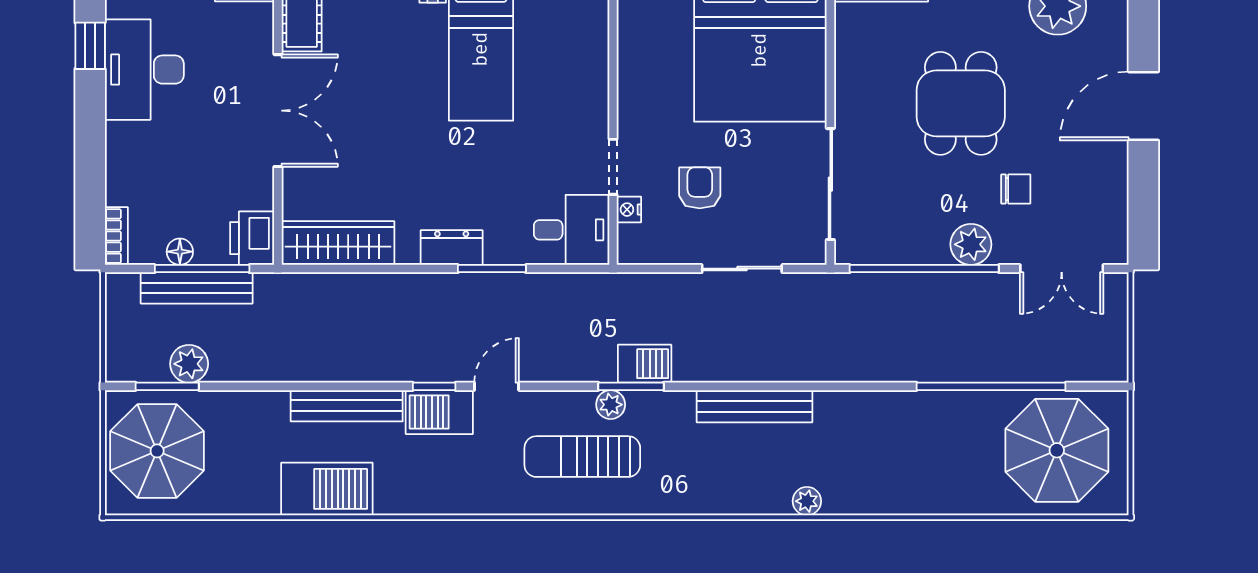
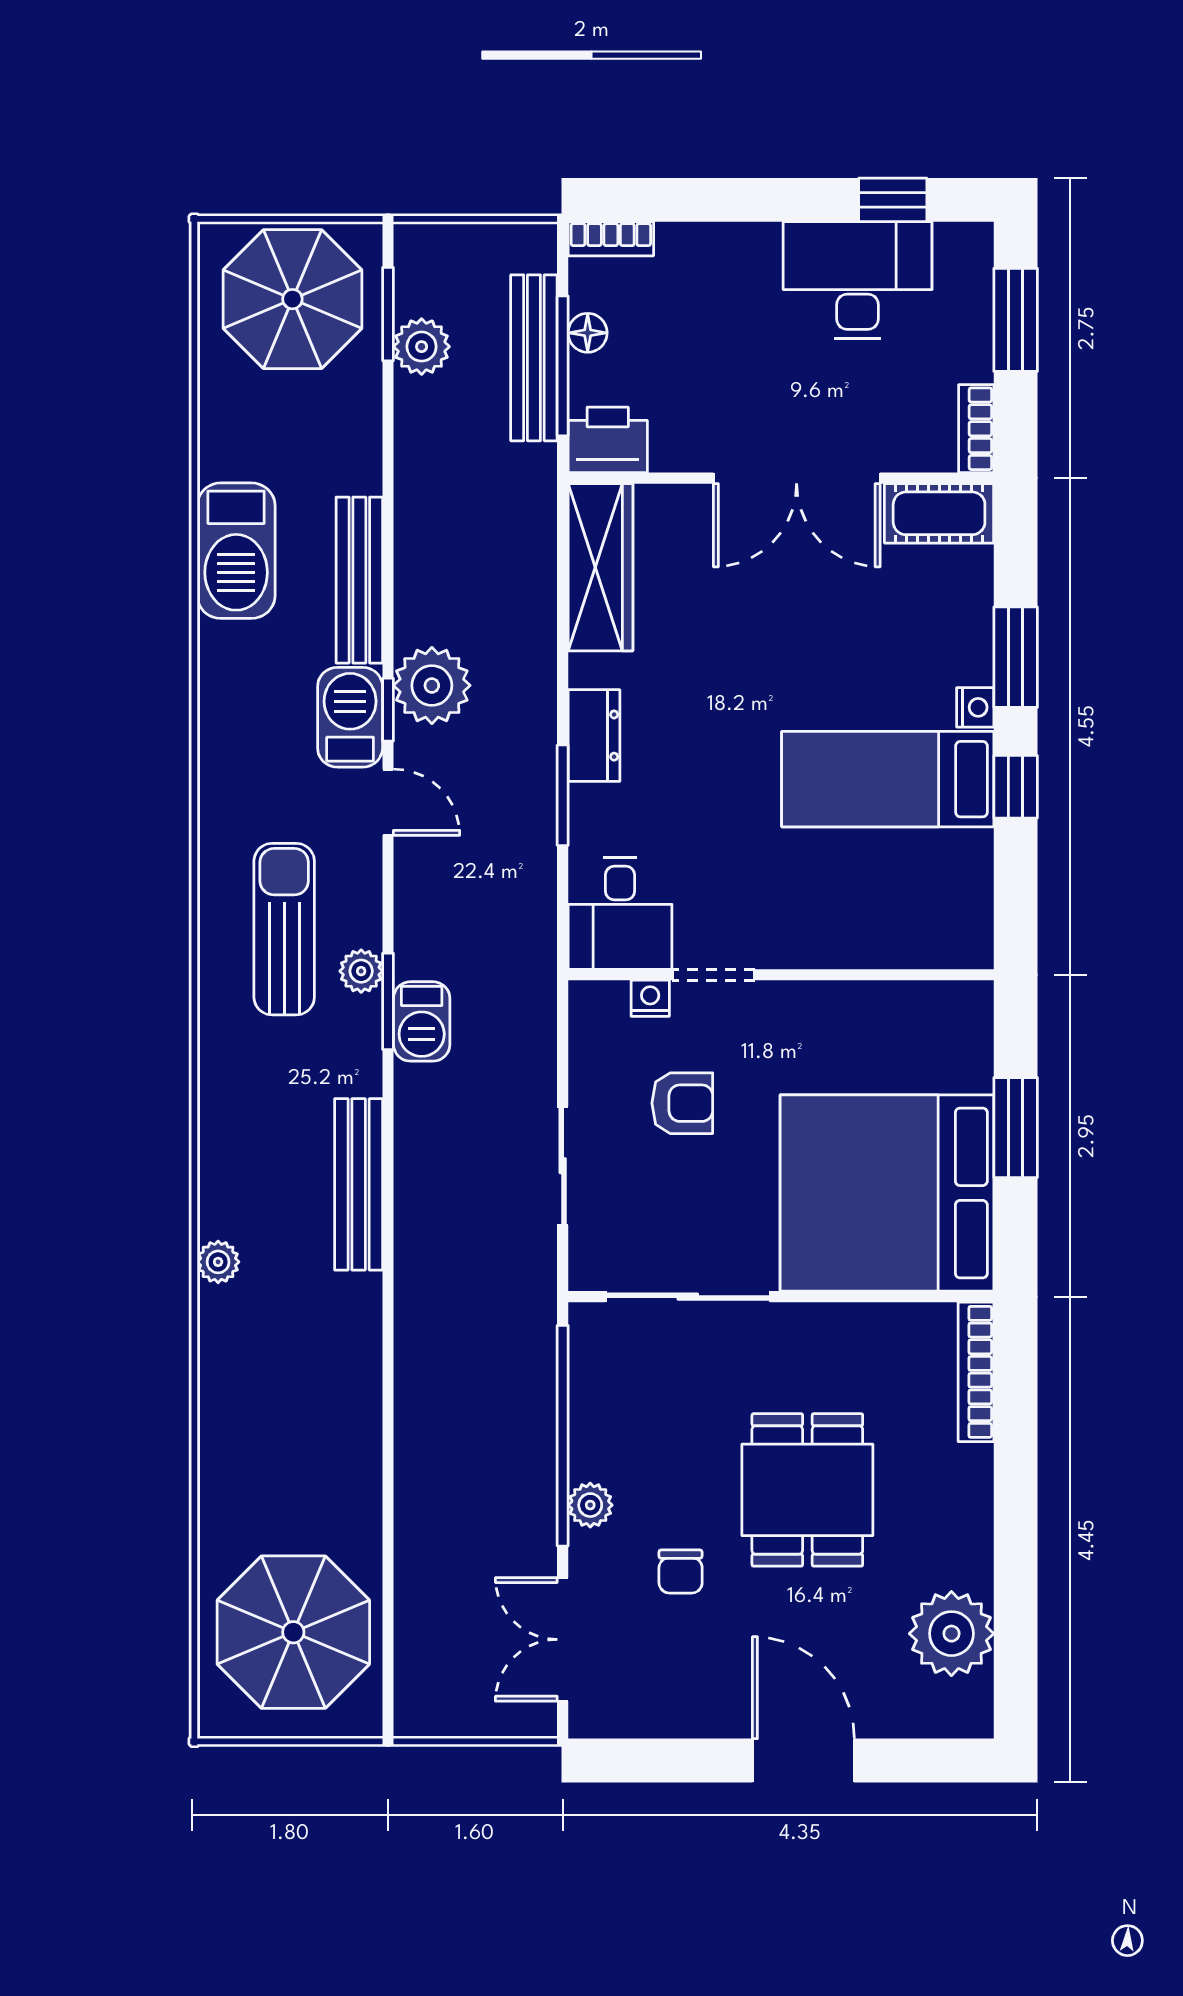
dining table: (961, 103) -> (807, 1490), turned 90
plant: (971, 244) -> (590, 1505), width x0.73, depth x0.73
plant: (418, 357) -> (432, 685), added
window: (991, 386) -> (388, 1535), removed

